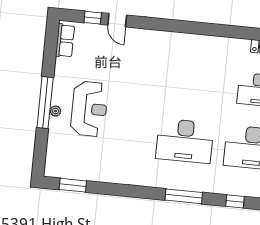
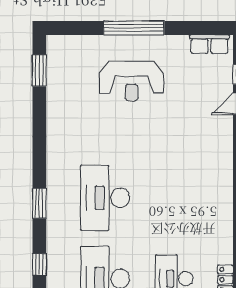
plant: (55, 111) -> (125, 41), removed
window: (184, 196) -> (39, 203), width x0.69

